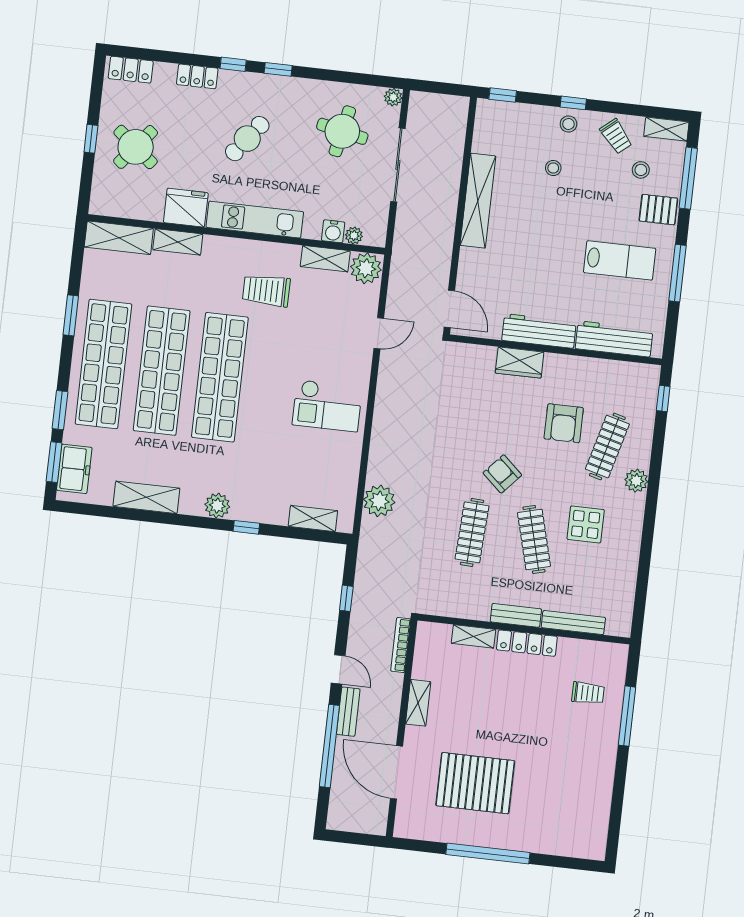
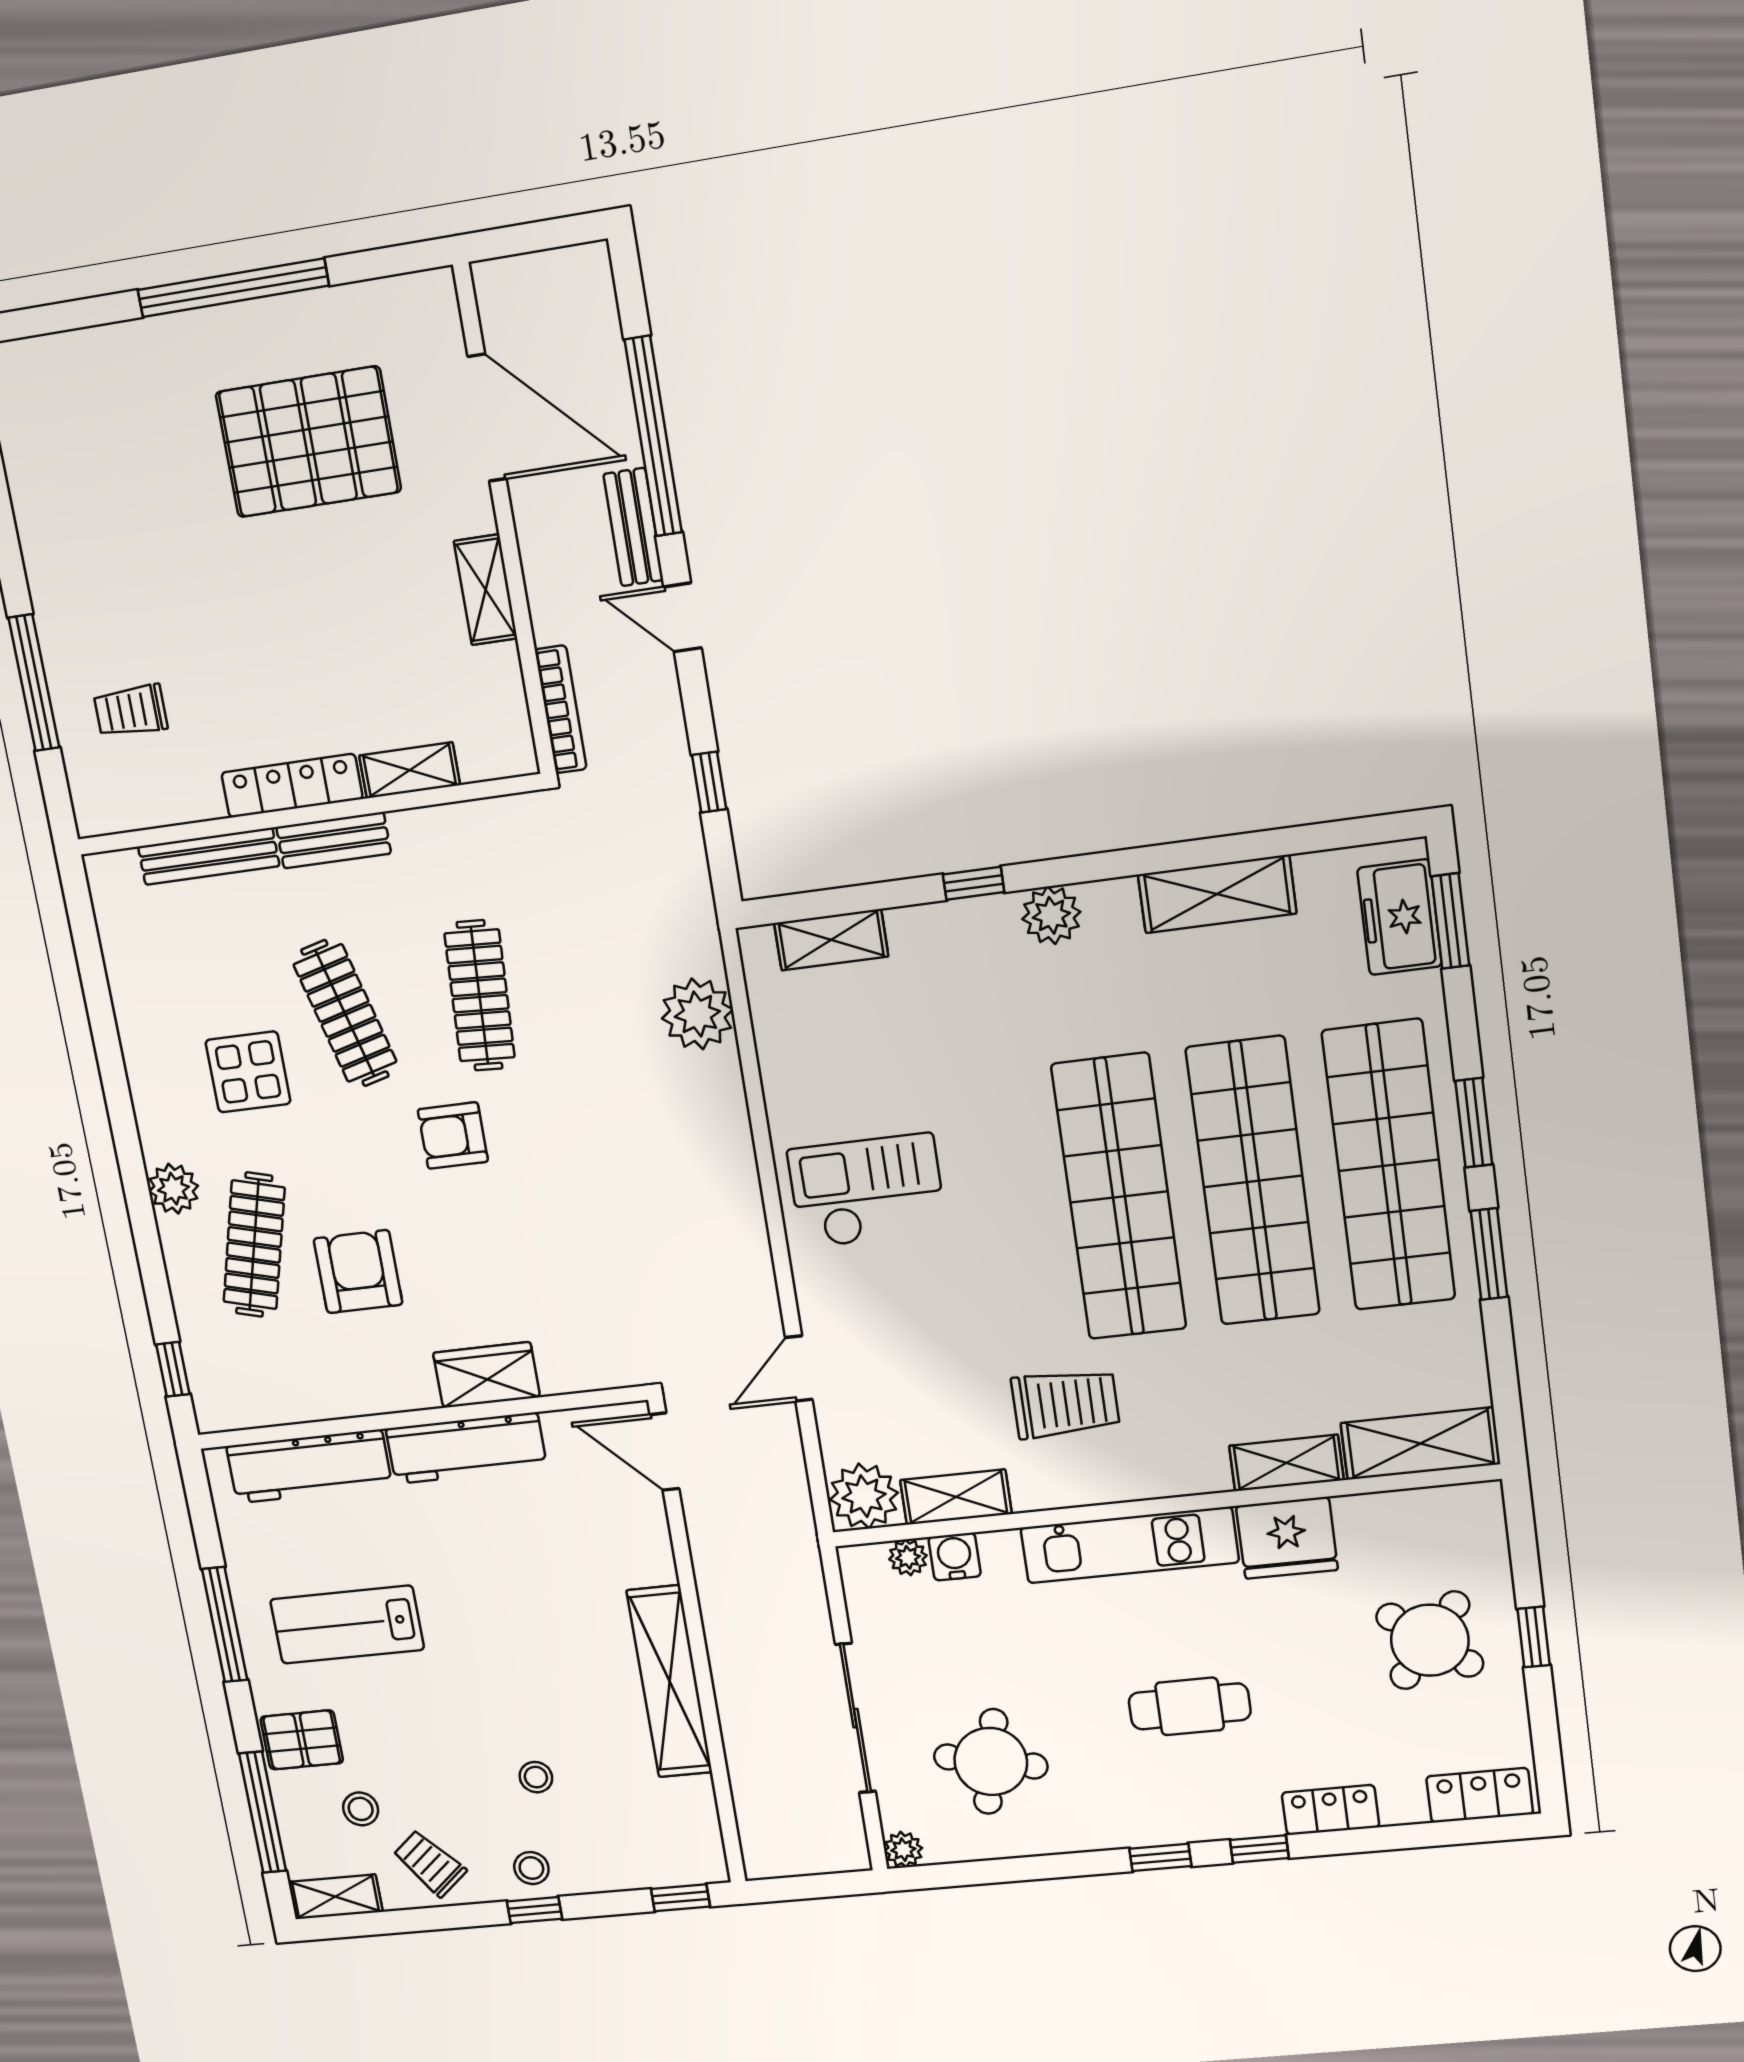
cafe table: (247, 139) -> (1190, 1706), turned 53
window: (60, 410) -> (1474, 1123), moved
armchair: (502, 474) -> (453, 1136), turned 138

